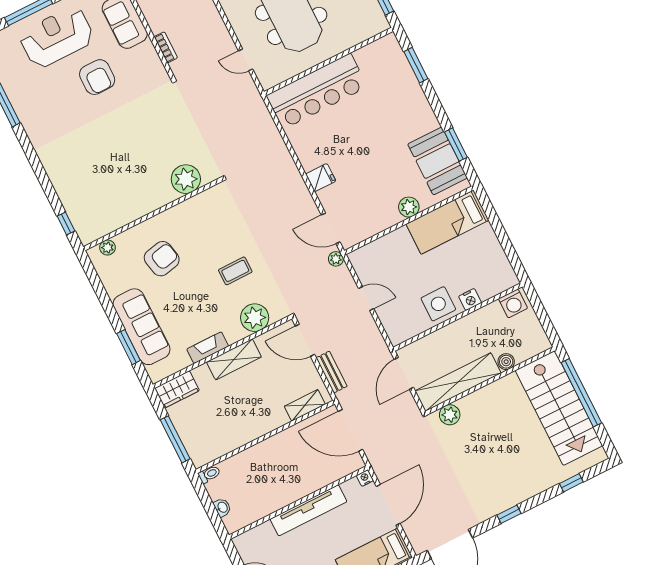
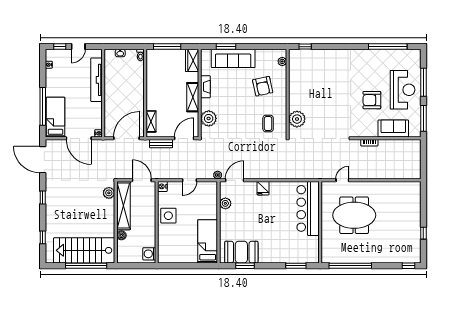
plant: (409, 207) -> (225, 203), moved
coffee table: (235, 271) -> (268, 124), moved
nightstand: (470, 299) -> (162, 186), moved
tv unit: (309, 510) -> (96, 80), moved

